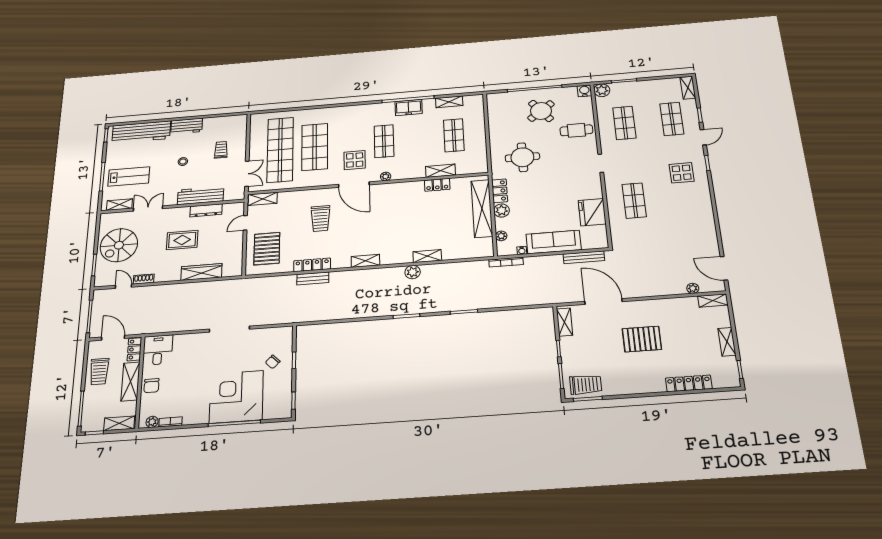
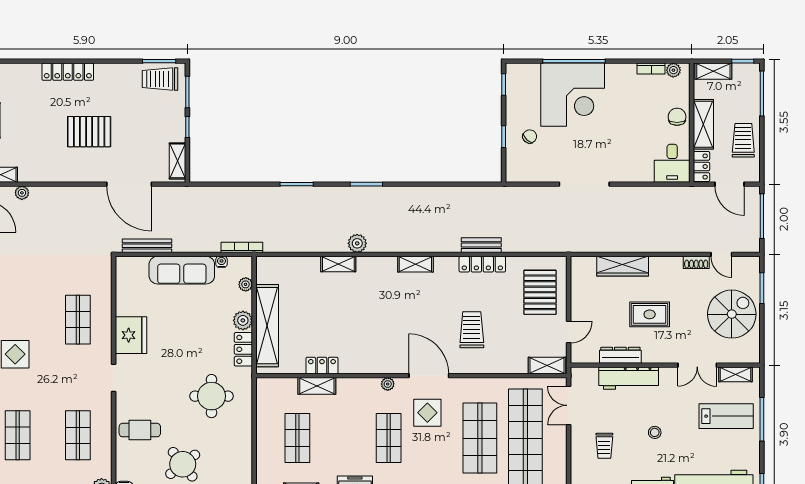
lab bench: (129, 177) -> (726, 416), turned 180
fridge: (592, 212) -> (131, 335), moved
locker: (689, 383) -> (68, 72), moved

